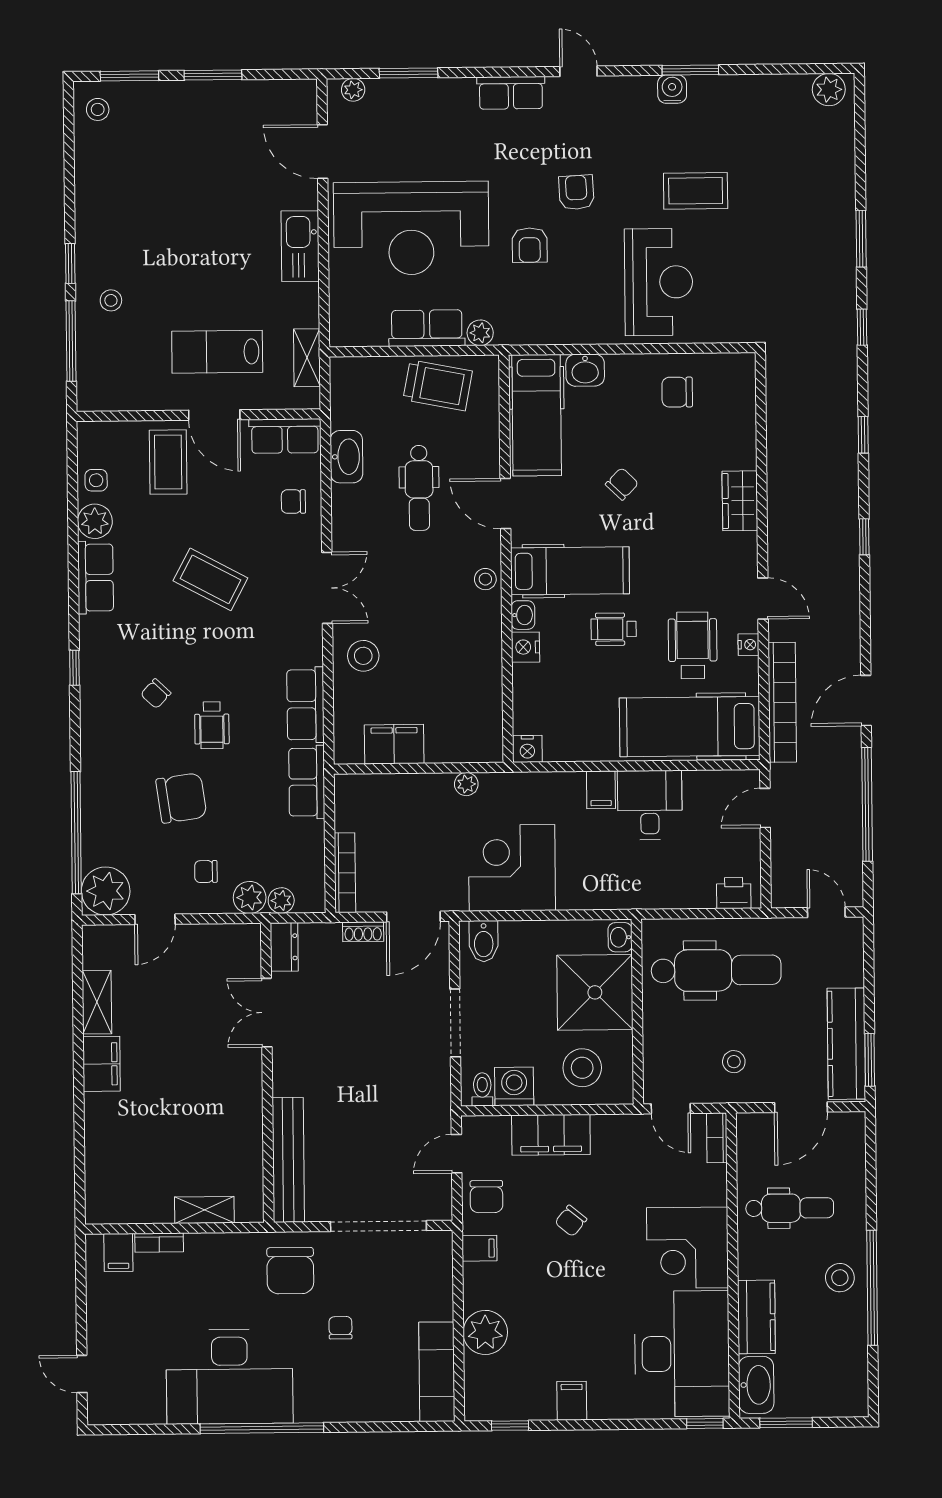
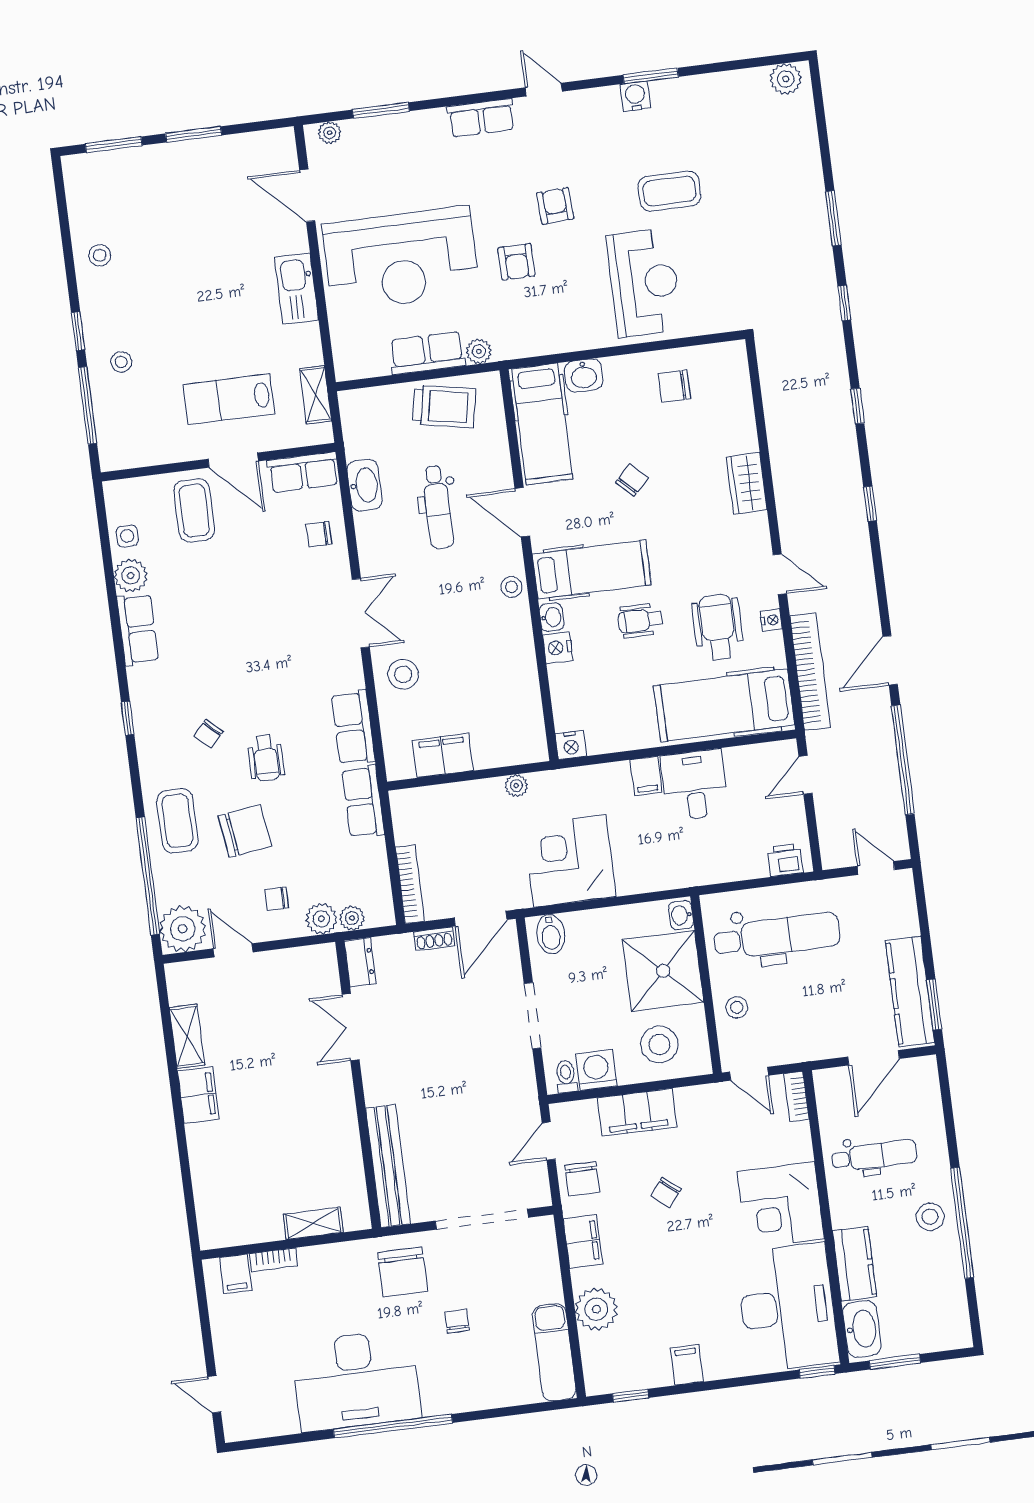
stool: (98, 109) -> (100, 255), moved
coffee table: (210, 579) -> (177, 821), moved, turned 62
door: (155, 919) -> (233, 950), swing flipped
stool: (734, 1062) -> (737, 1007), moved
filing cabinet: (479, 1248) -> (583, 1241), width x2.00

